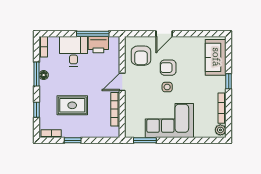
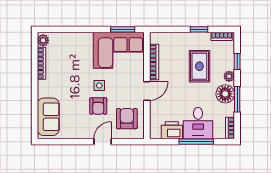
window: (93, 34) -> (196, 142), moved
armchair: (168, 68) -> (98, 106), turned 90
floor lamp: (44, 75) -> (225, 94), width x1.89, depth x1.89
window: (229, 81) -> (35, 92), removed
plant: (44, 96) -> (229, 76), added
rug: (72, 105) -> (199, 66), turned 90
corner sofa: (169, 120) -> (119, 50), moved

